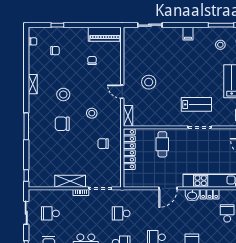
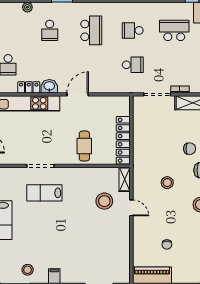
stool: (220, 45) -> (28, 270), moved
stool: (149, 82) -> (104, 201), moved
chair: (103, 144) -> (190, 149), moved

